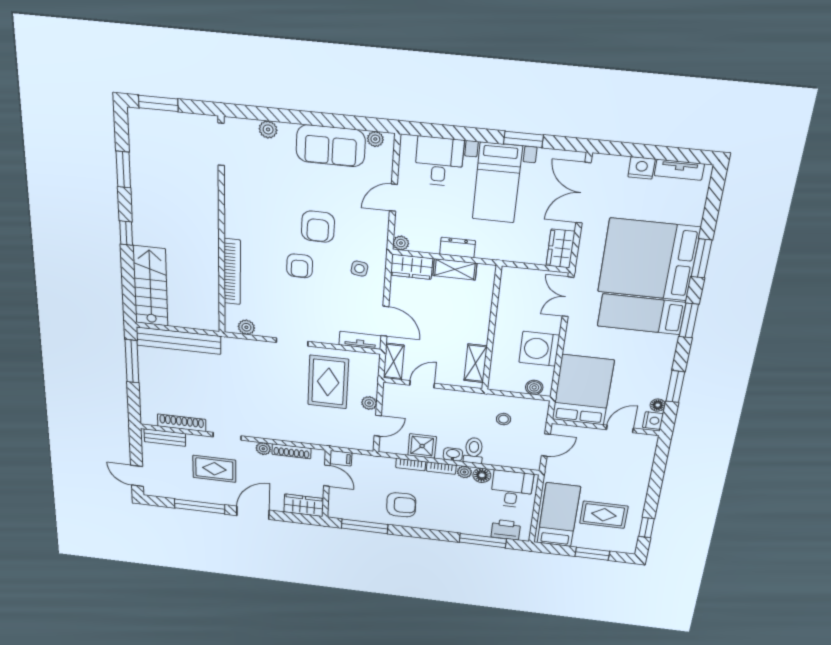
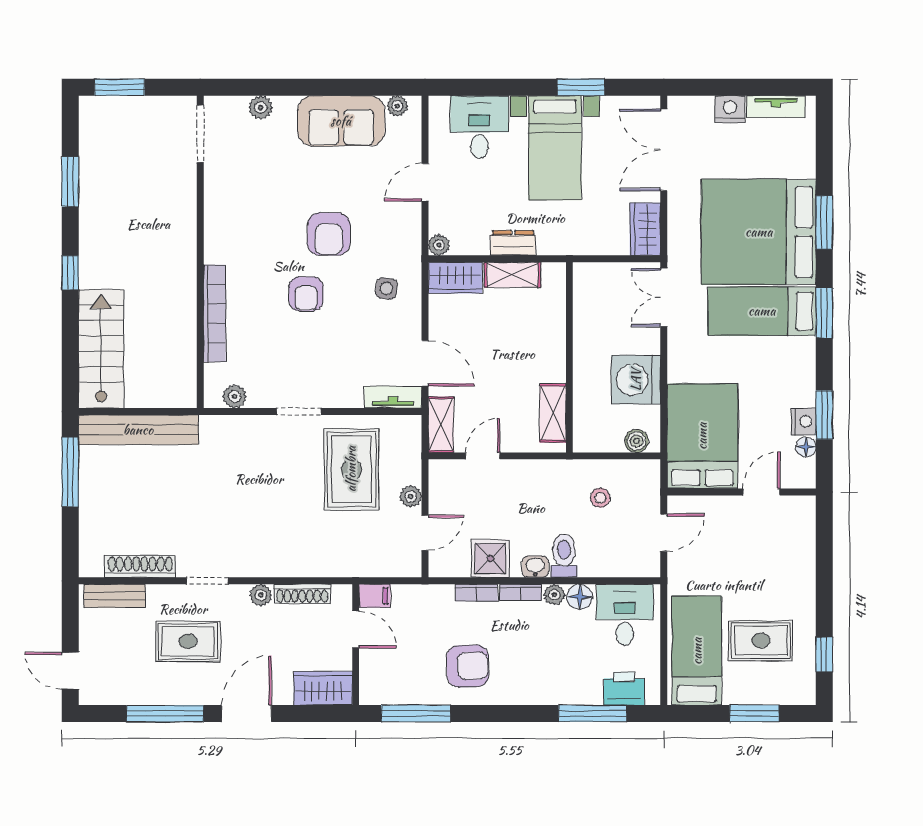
nightstand: (653, 421) -> (804, 421), moved

